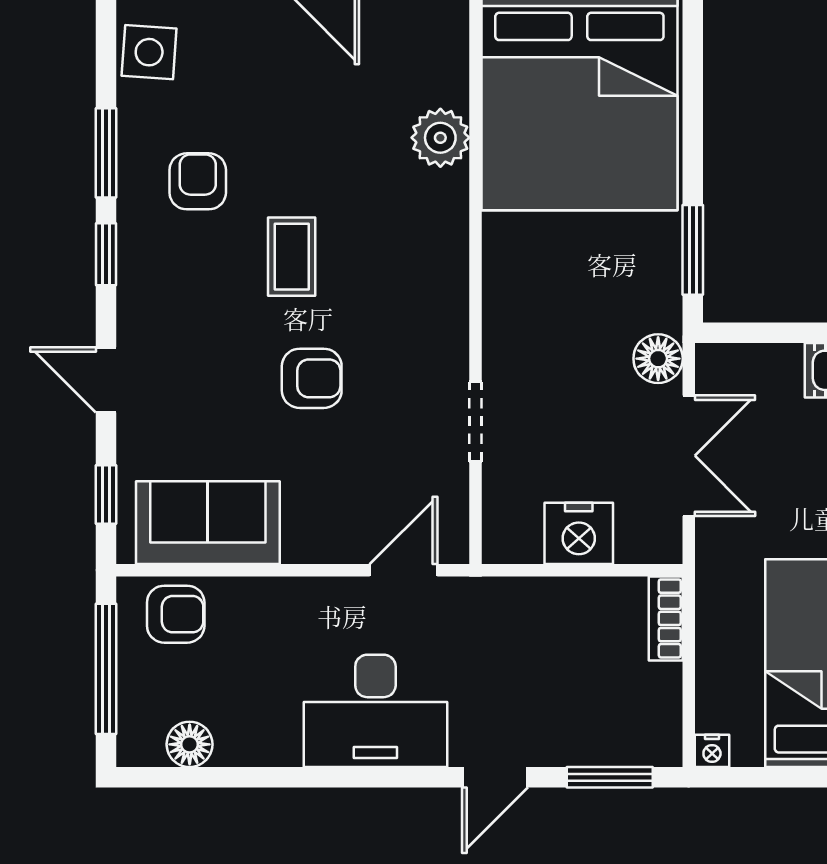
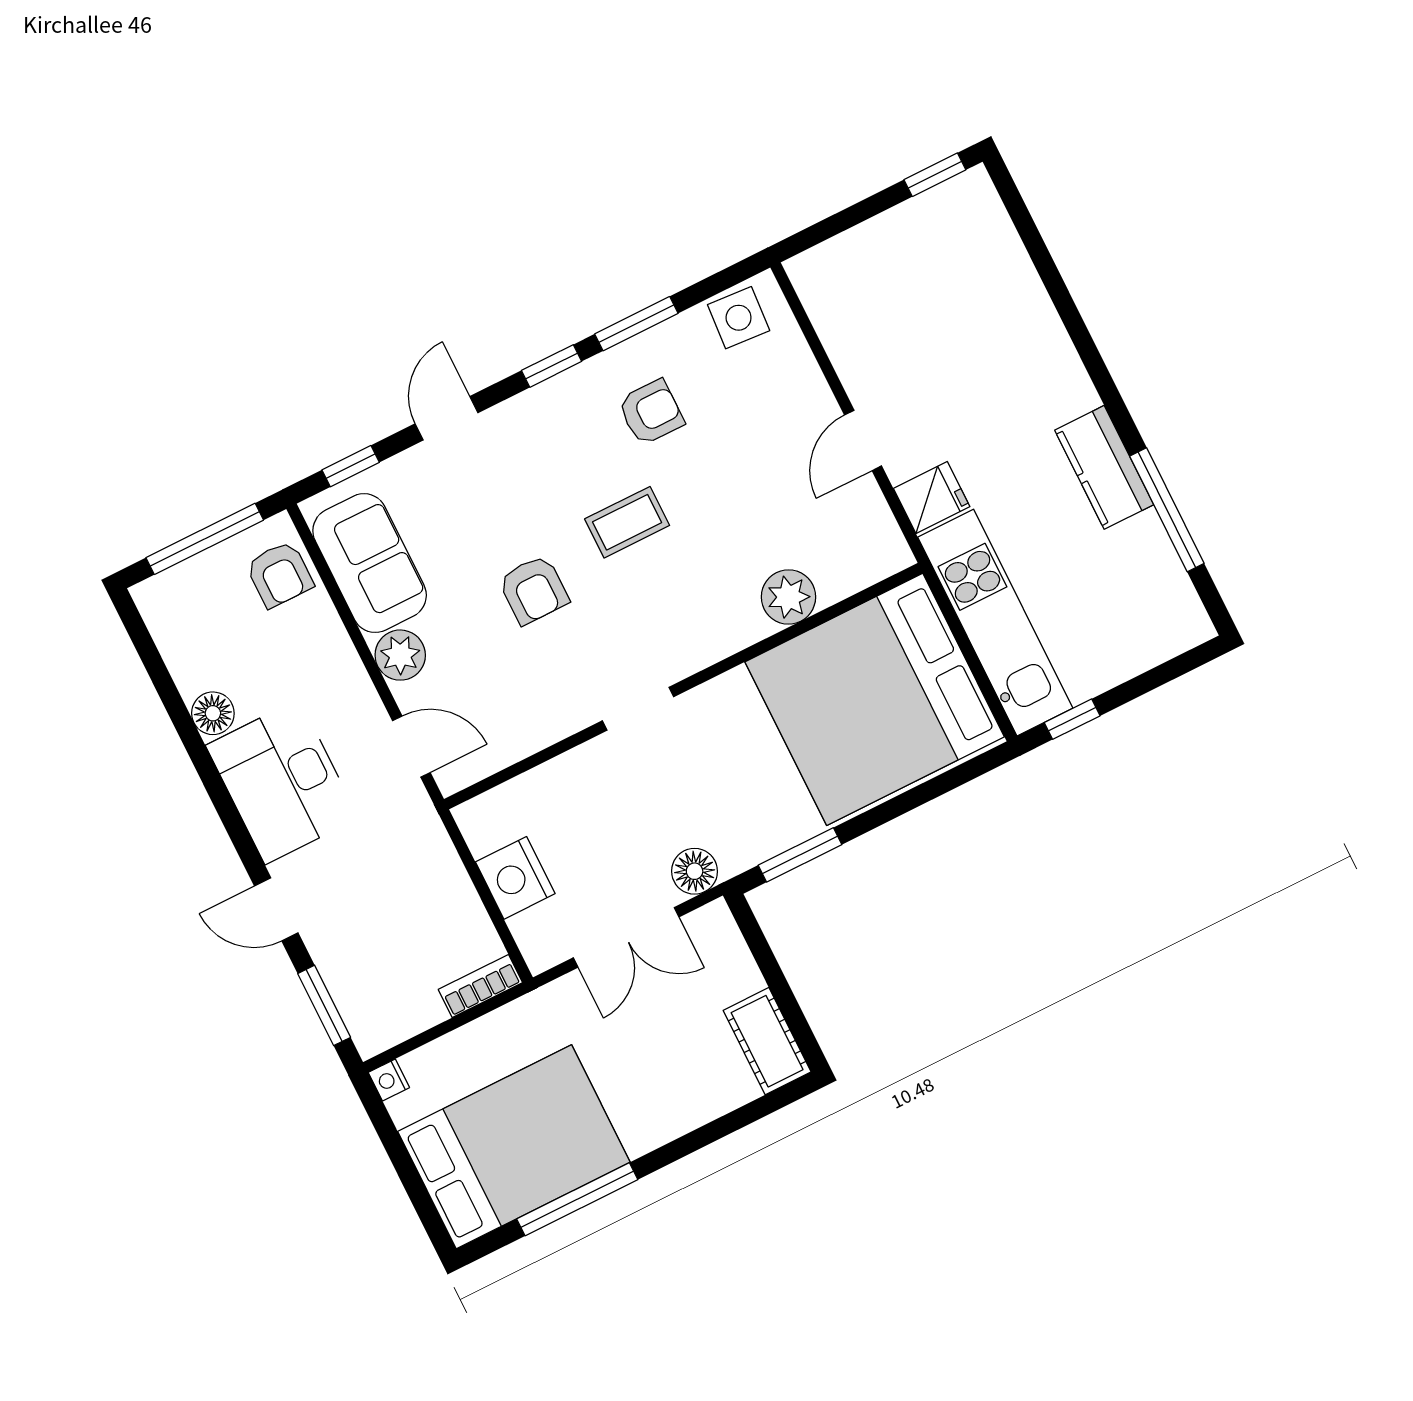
doorway: (475, 422) -> (638, 709), moved
plant: (311, 537) -> (400, 655), added
floor lamp: (190, 744) -> (213, 713), moved

